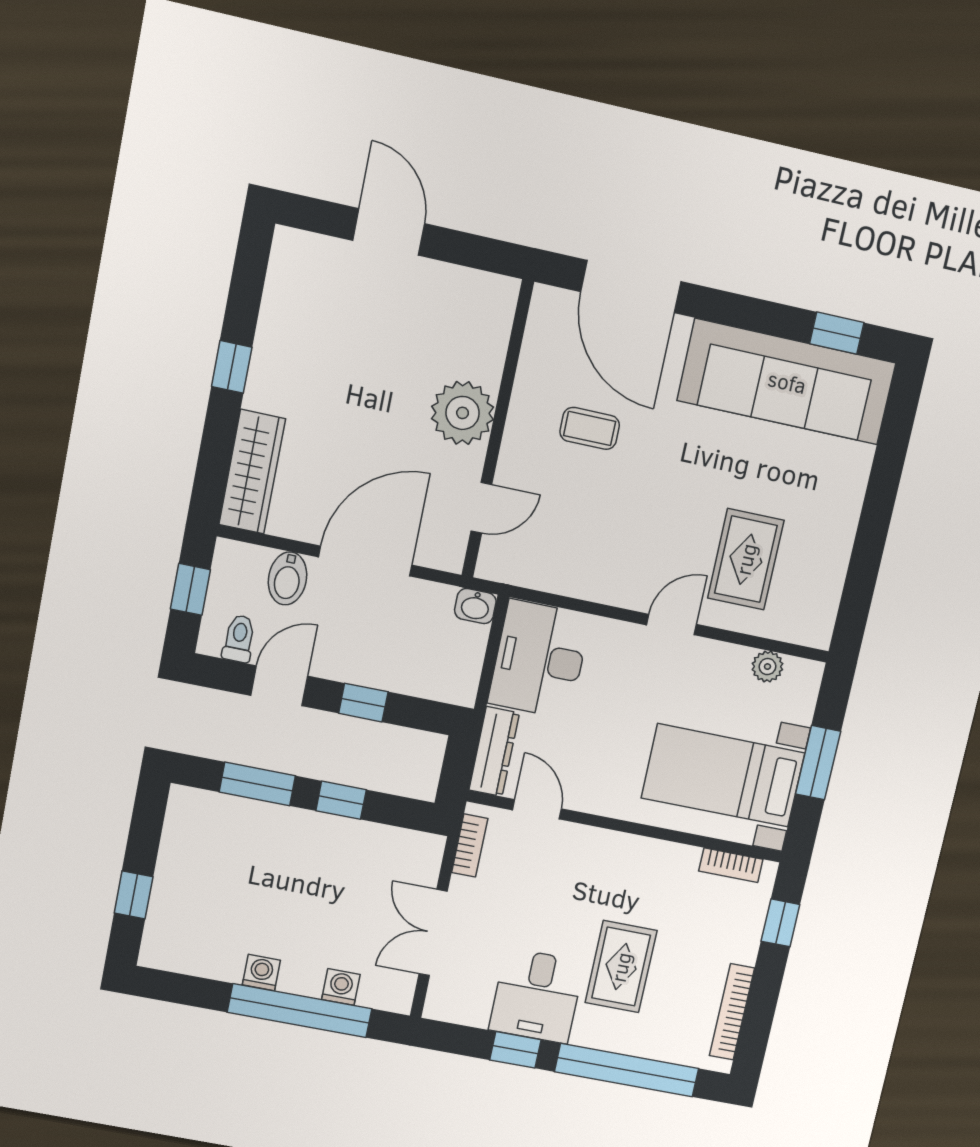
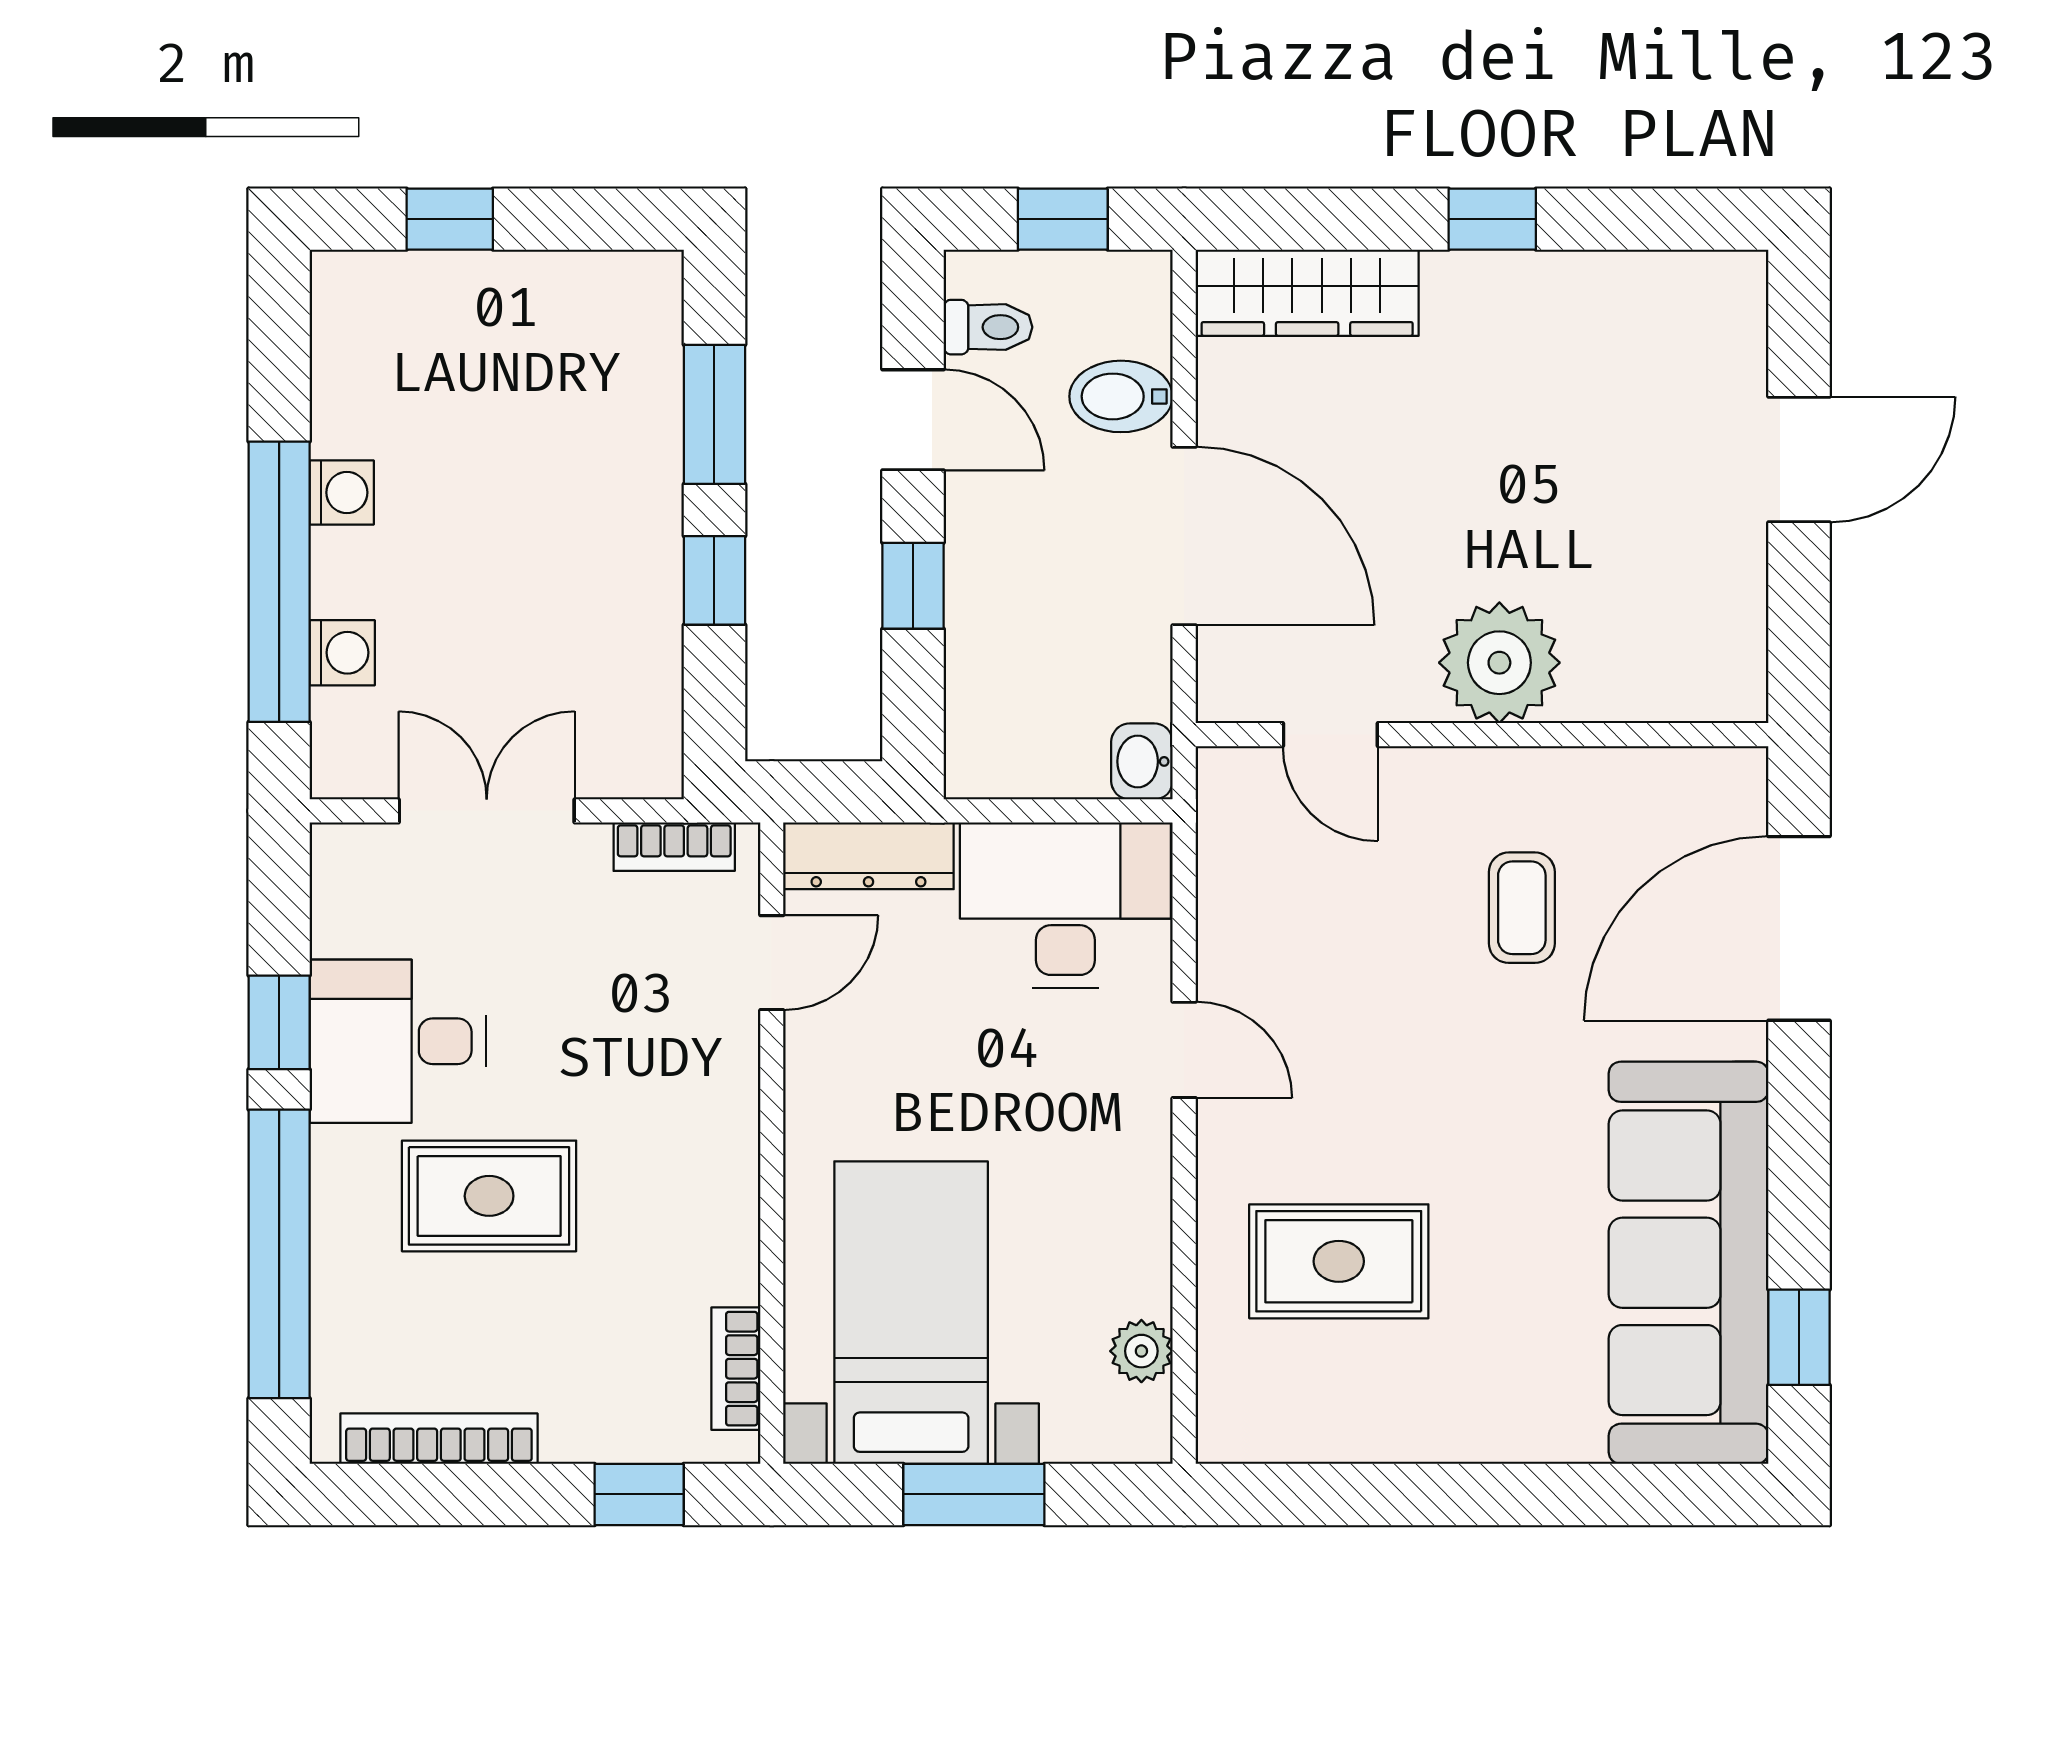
door: (672, 625) -> (1184, 1050), moved

